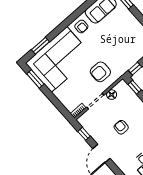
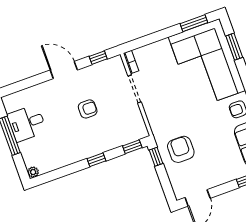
armchair: (100, 72) -> (181, 149), moved
floor lamp: (112, 95) -> (135, 113), removed

